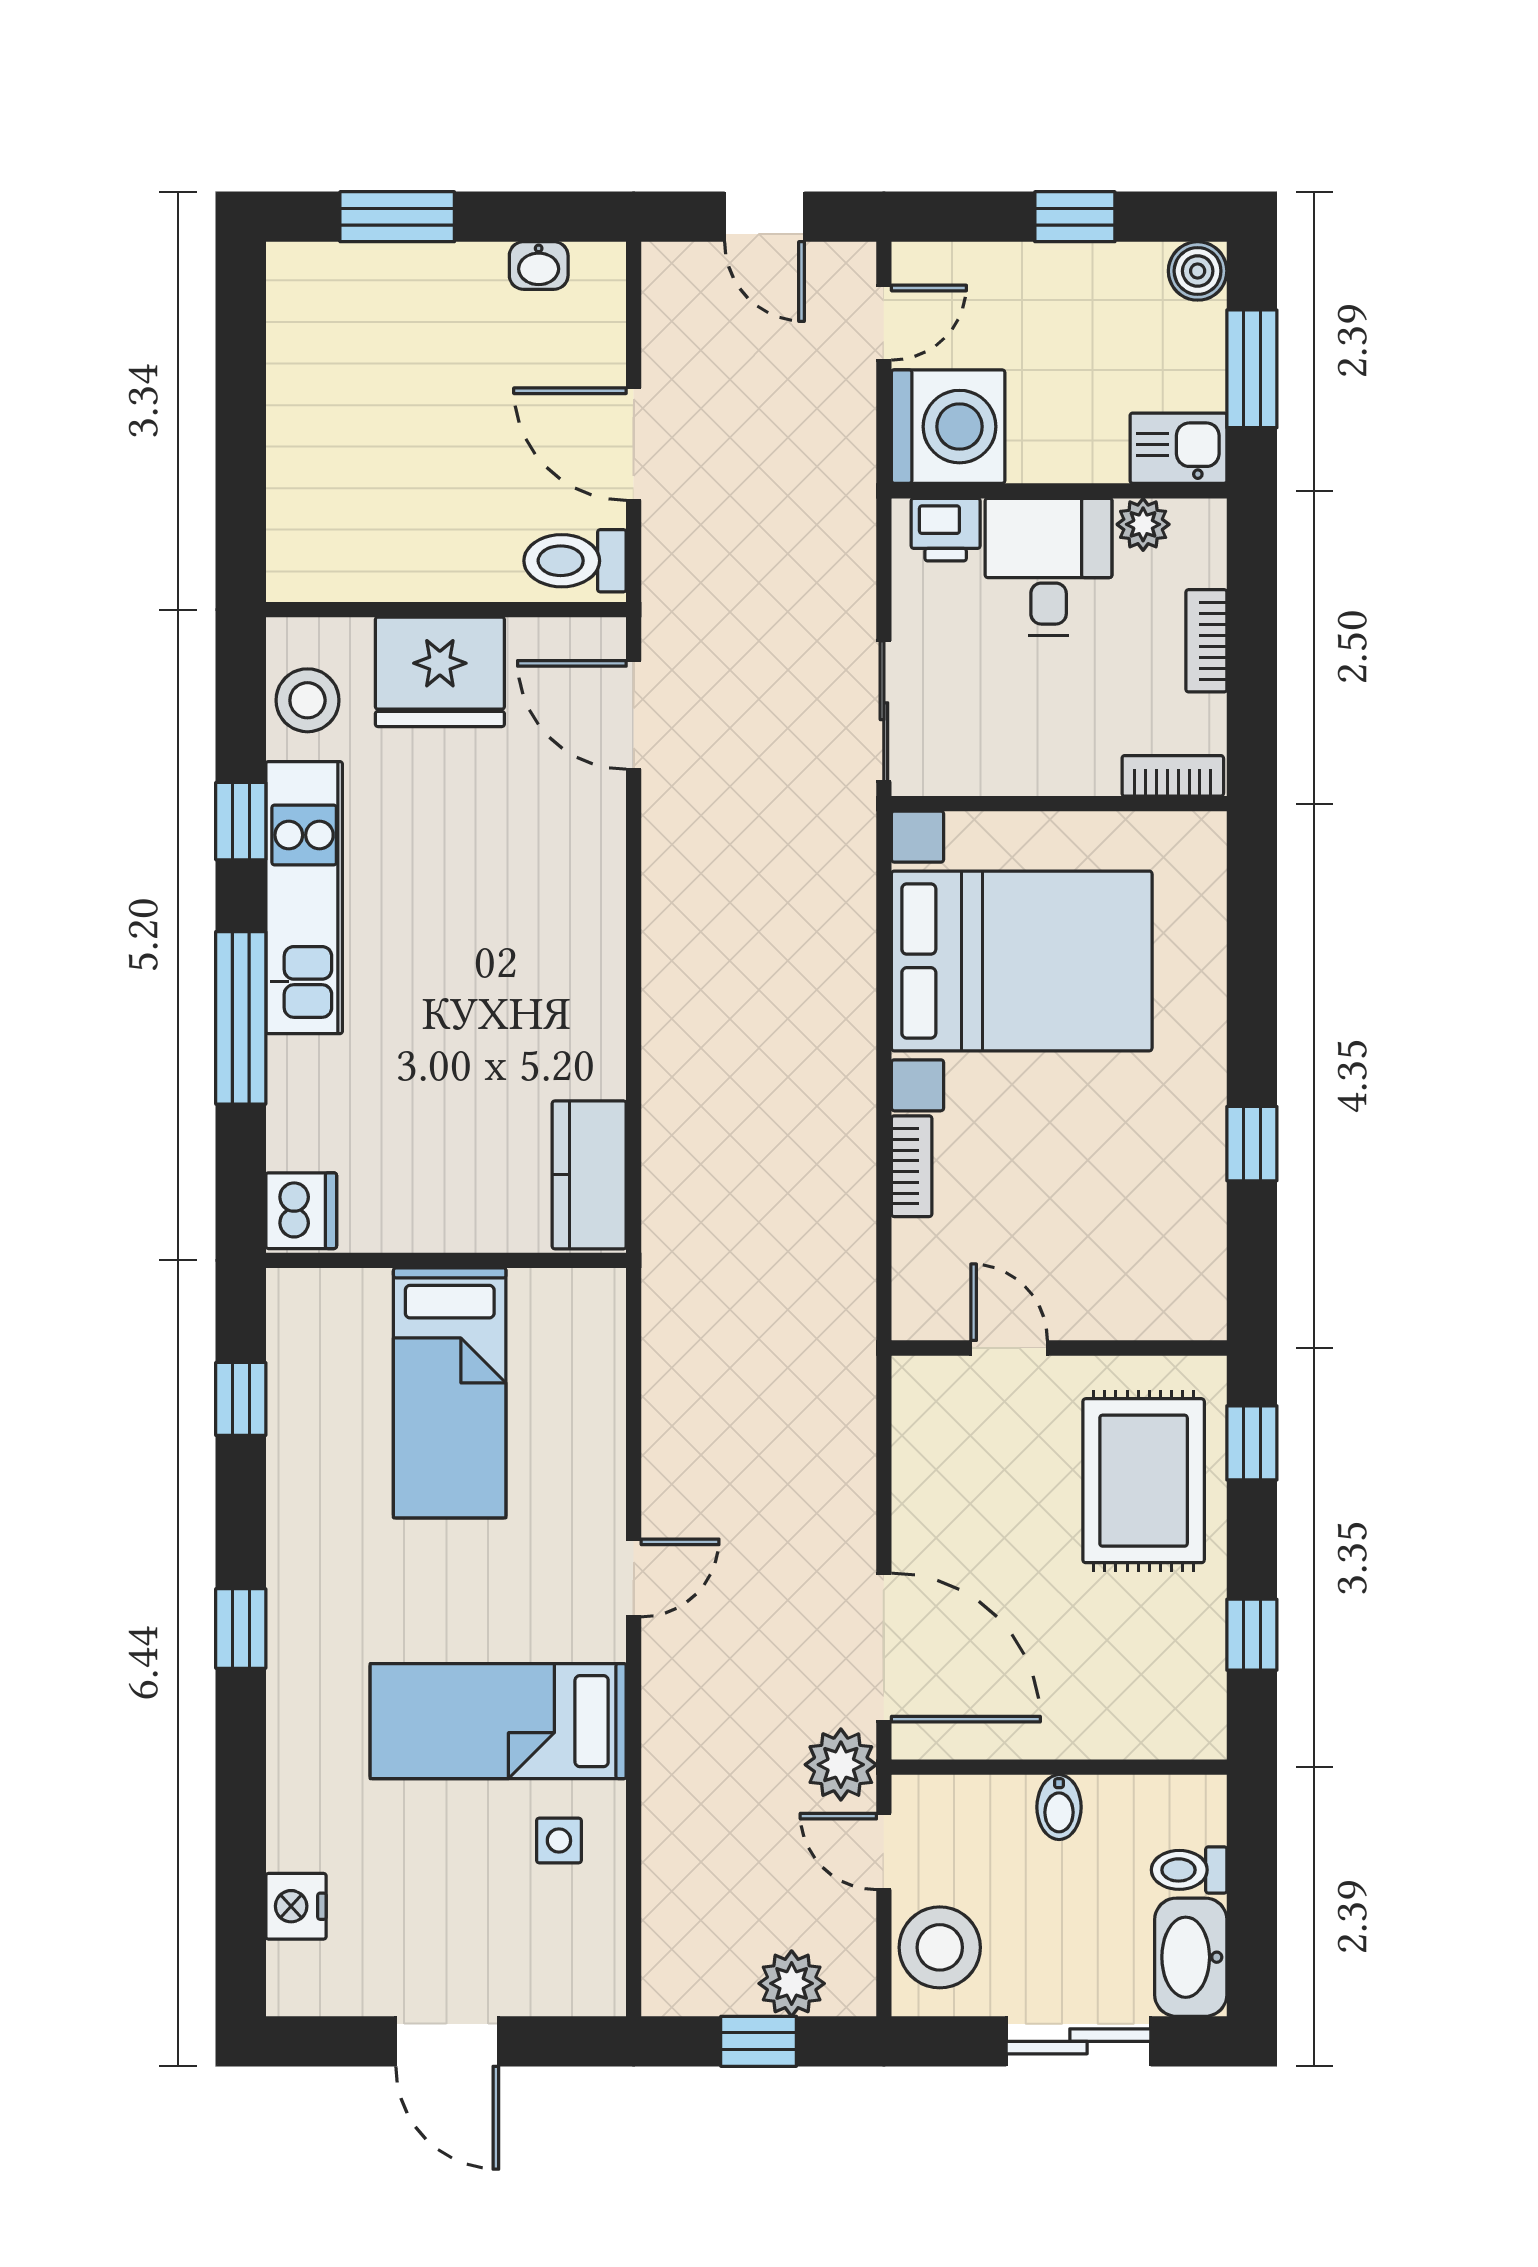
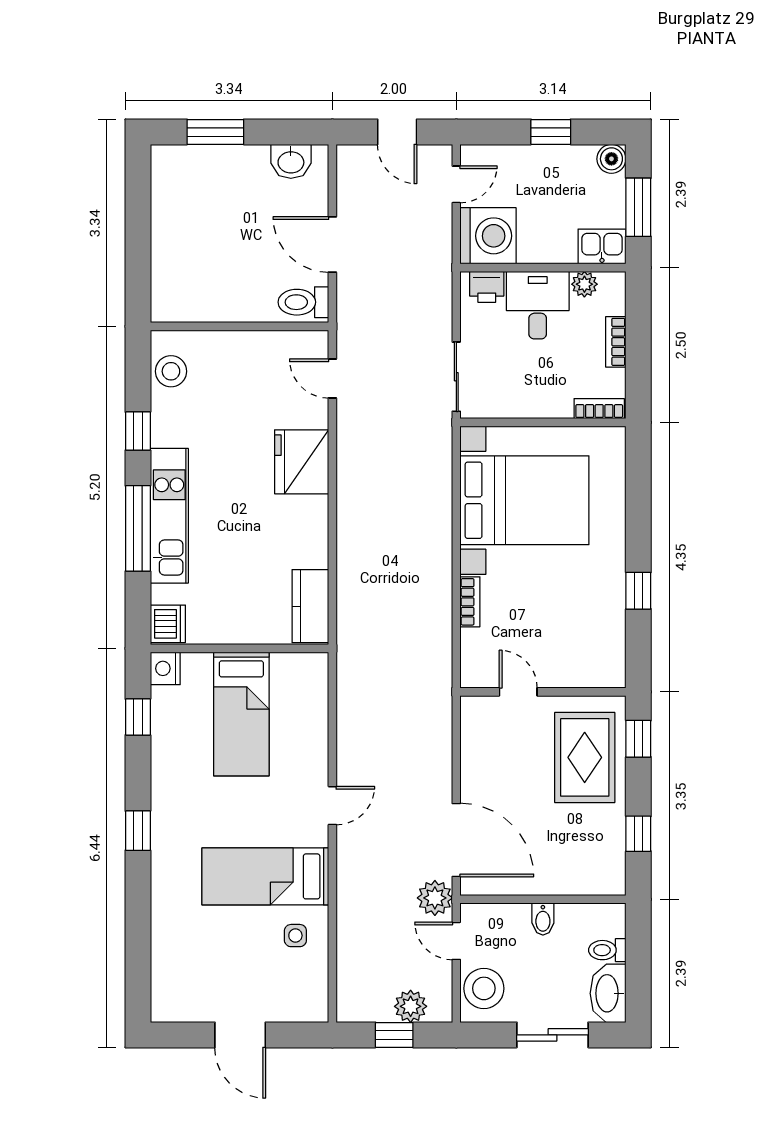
washbasin: (539, 266) -> (291, 161), width x1.38, depth x1.45
fridge: (440, 672) -> (302, 462), moved, turned 90
door: (634, 715) -> (332, 378), width x0.73
kitchen unit: (304, 898) -> (169, 516), moved
nightstand: (296, 1906) -> (165, 668), moved

